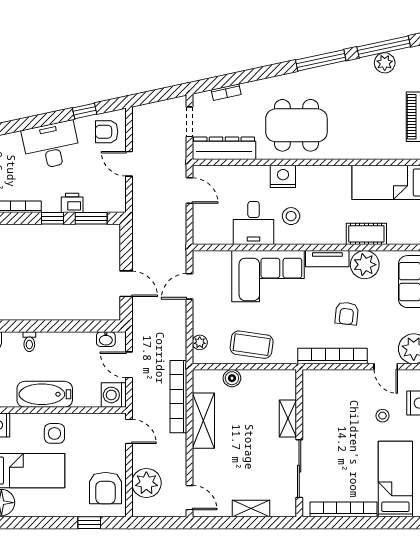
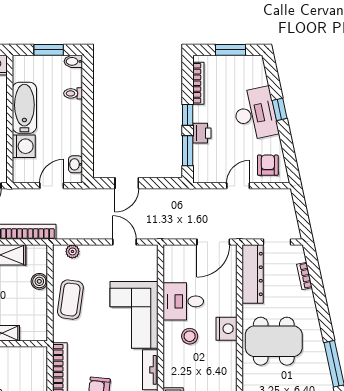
window: (85, 111) -> (280, 109), moved
dining table: (296, 125) -> (274, 341), turned 90
door: (189, 191) -> (213, 242), width x1.38
washing machine: (114, 395) -> (24, 146), moved, turned 90

